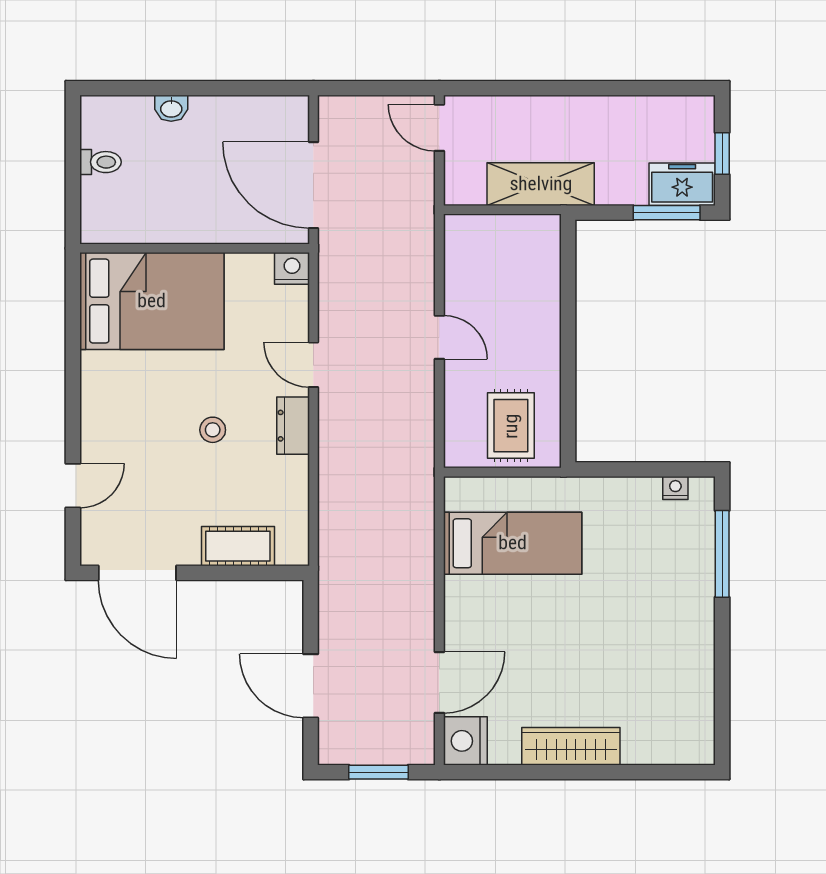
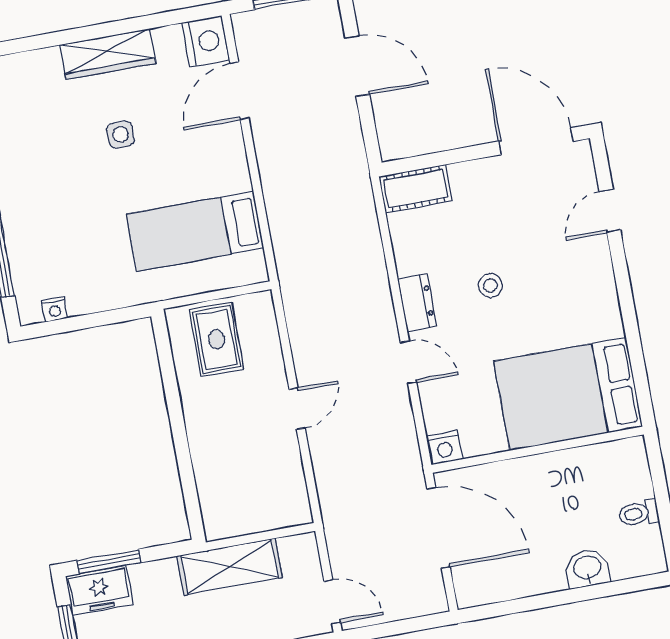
washbasin: (171, 108) -> (587, 568), width x1.38, depth x1.45
door: (439, 337) -> (297, 409), swing flipped
cot: (238, 546) -> (416, 189), moved
side table: (573, 659) -> (121, 135), added

